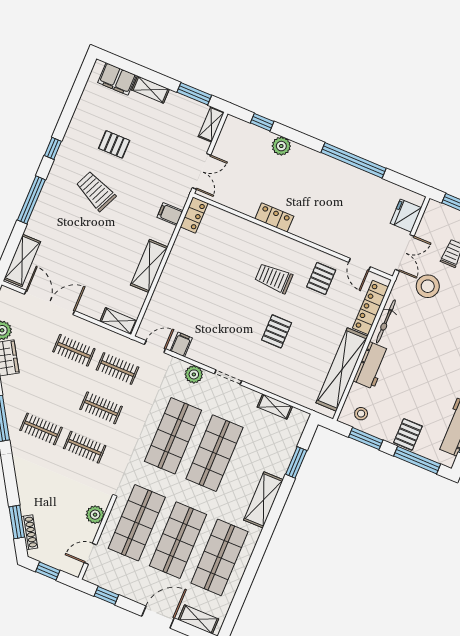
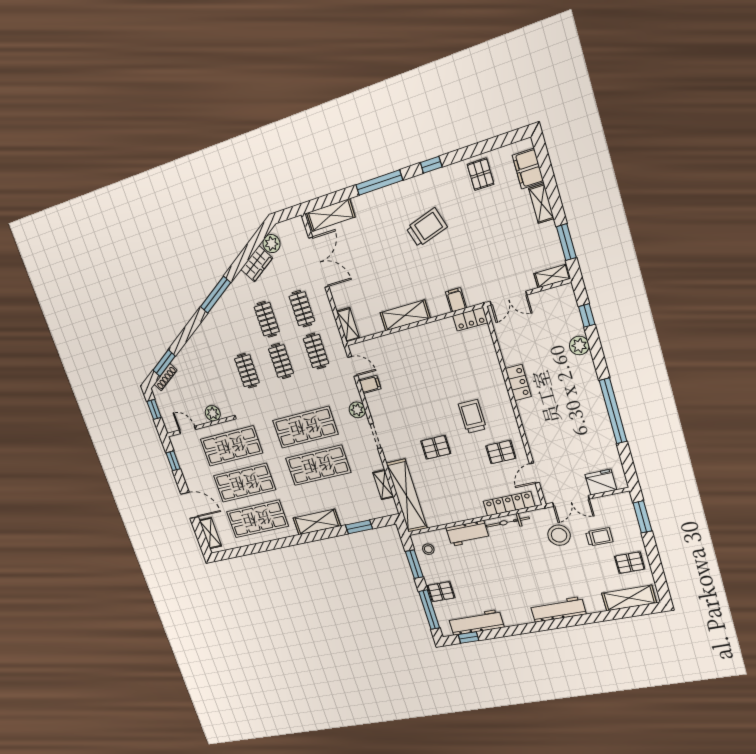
pallet: (114, 144) -> (481, 174), moved
trolley: (96, 191) -> (427, 227), turned 49
shelving: (342, 369) -> (407, 496), moved, turned 90
clothes rail: (41, 429) -> (267, 319), moved

